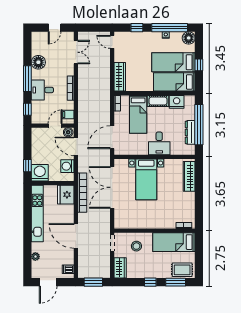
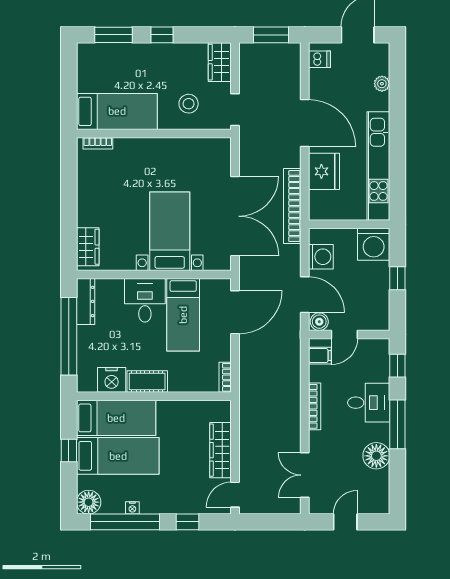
door: (112, 42) -> (235, 495), swing flipped
wardrobe: (120, 77) -> (221, 450), moved
bed: (138, 114) -> (183, 315), moved, turned 180
dresser: (190, 132) -> (86, 301), moved
window: (27, 166) -> (397, 278), moved
wardrobe: (189, 176) -> (88, 247), width x0.67
fridge: (66, 195) -> (324, 171), moved
rug: (182, 270) -> (101, 58), removed

